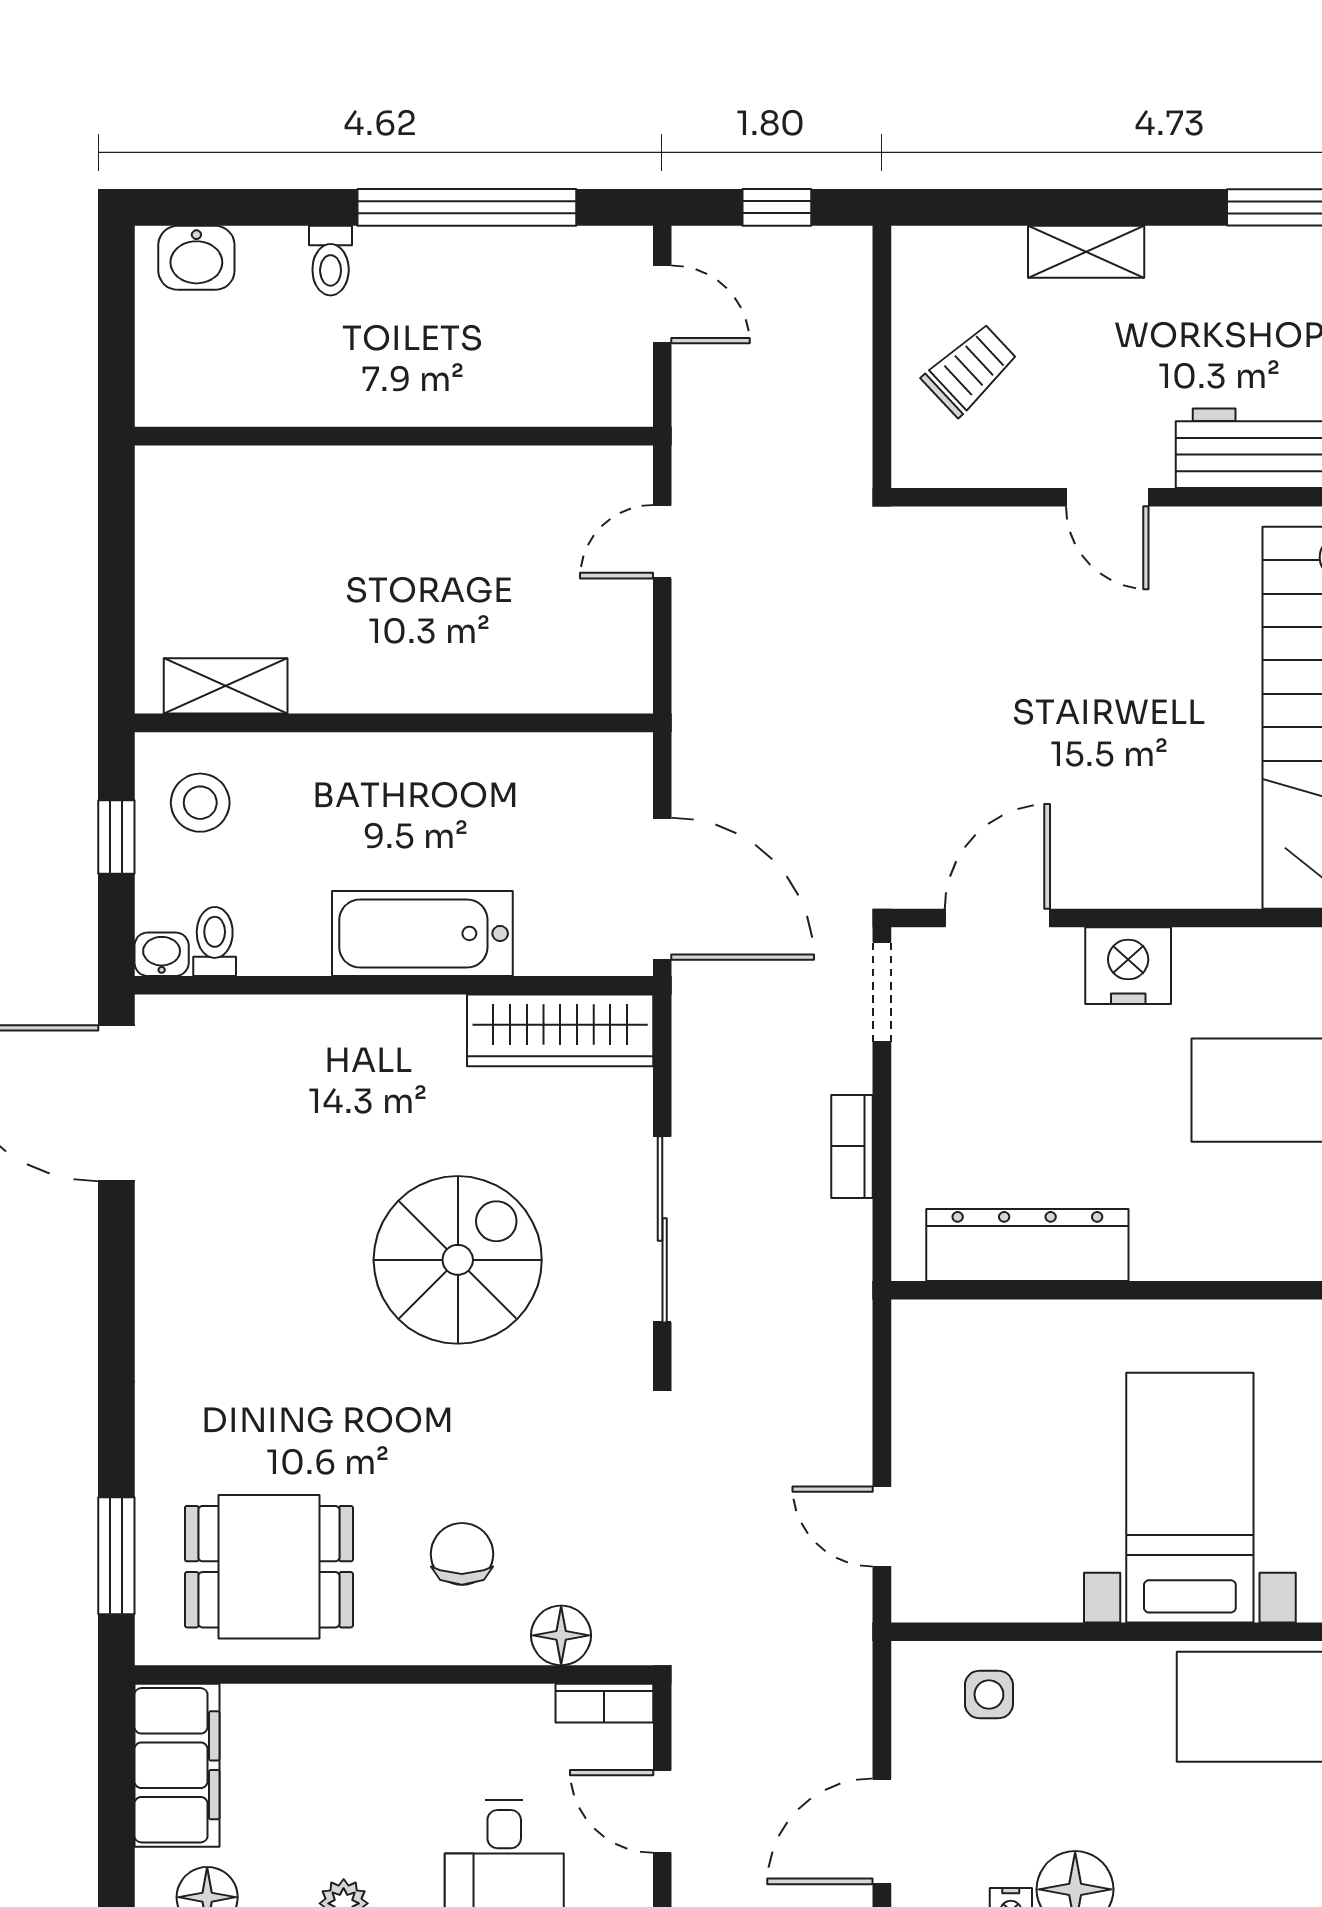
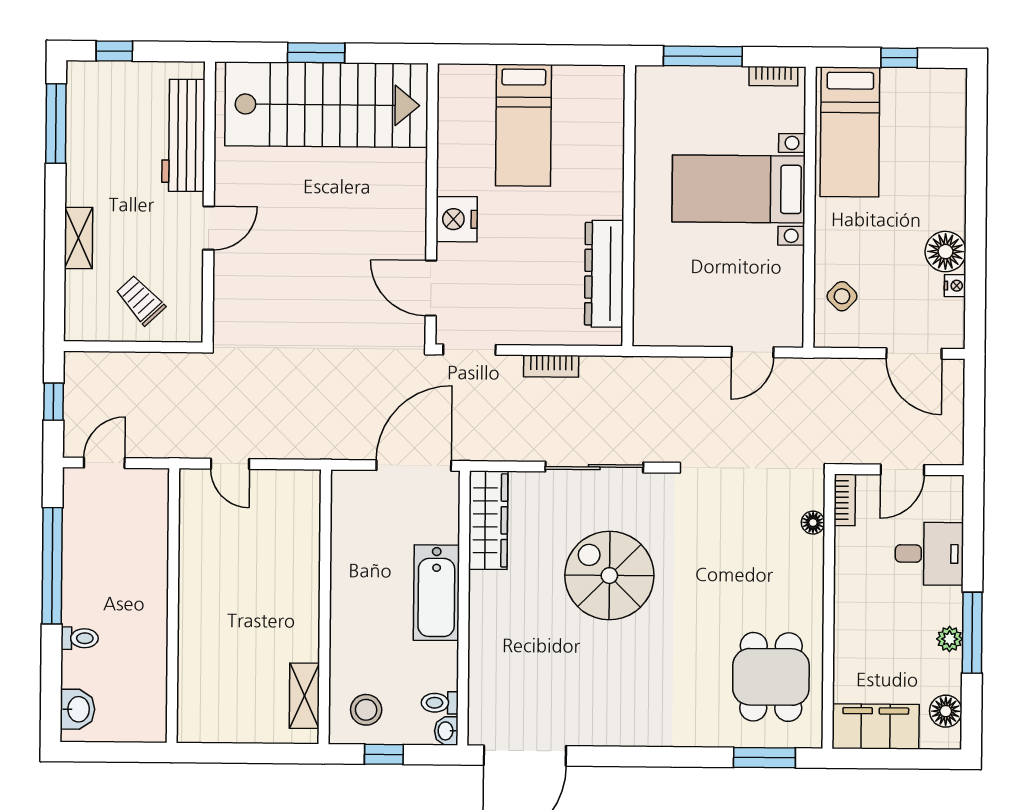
chair: (462, 1554) -> (765, 575), removed
floor lamp: (561, 1635) -> (813, 523), width x0.73, depth x0.73
side table: (989, 1695) -> (842, 296), turned 45

